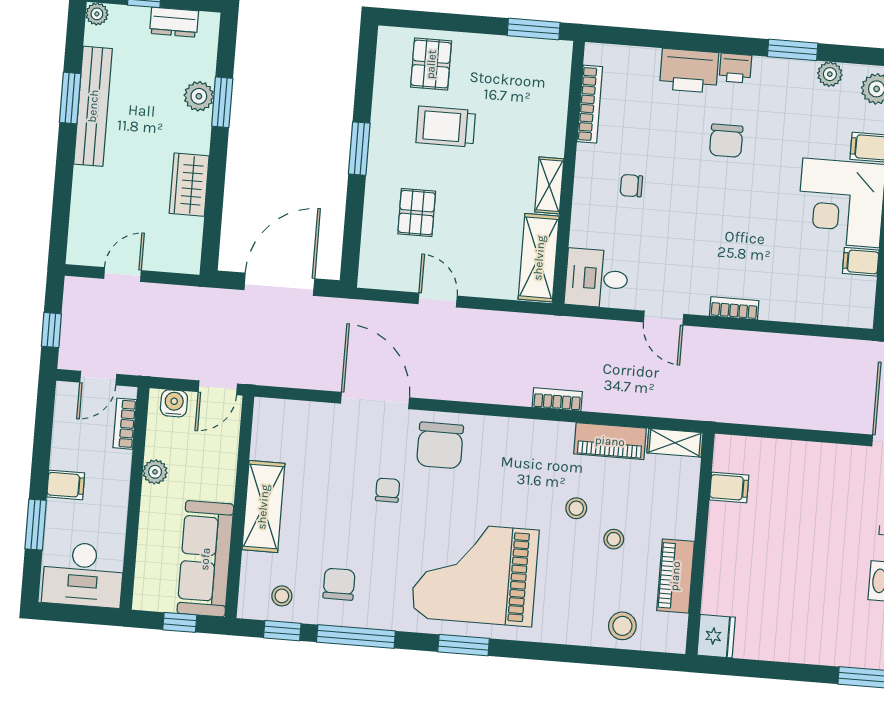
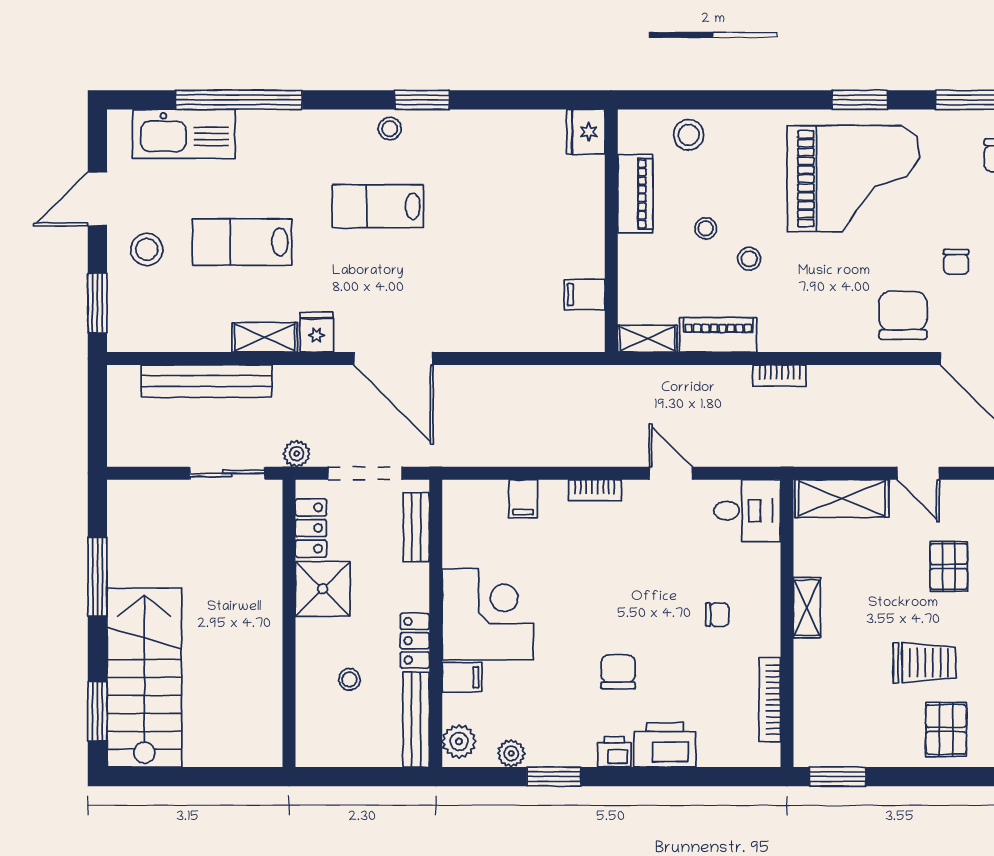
shelving: (539, 258) -> (842, 499), moved, turned 90
filing cabinet: (861, 262) -> (523, 499), moved, turned 90

